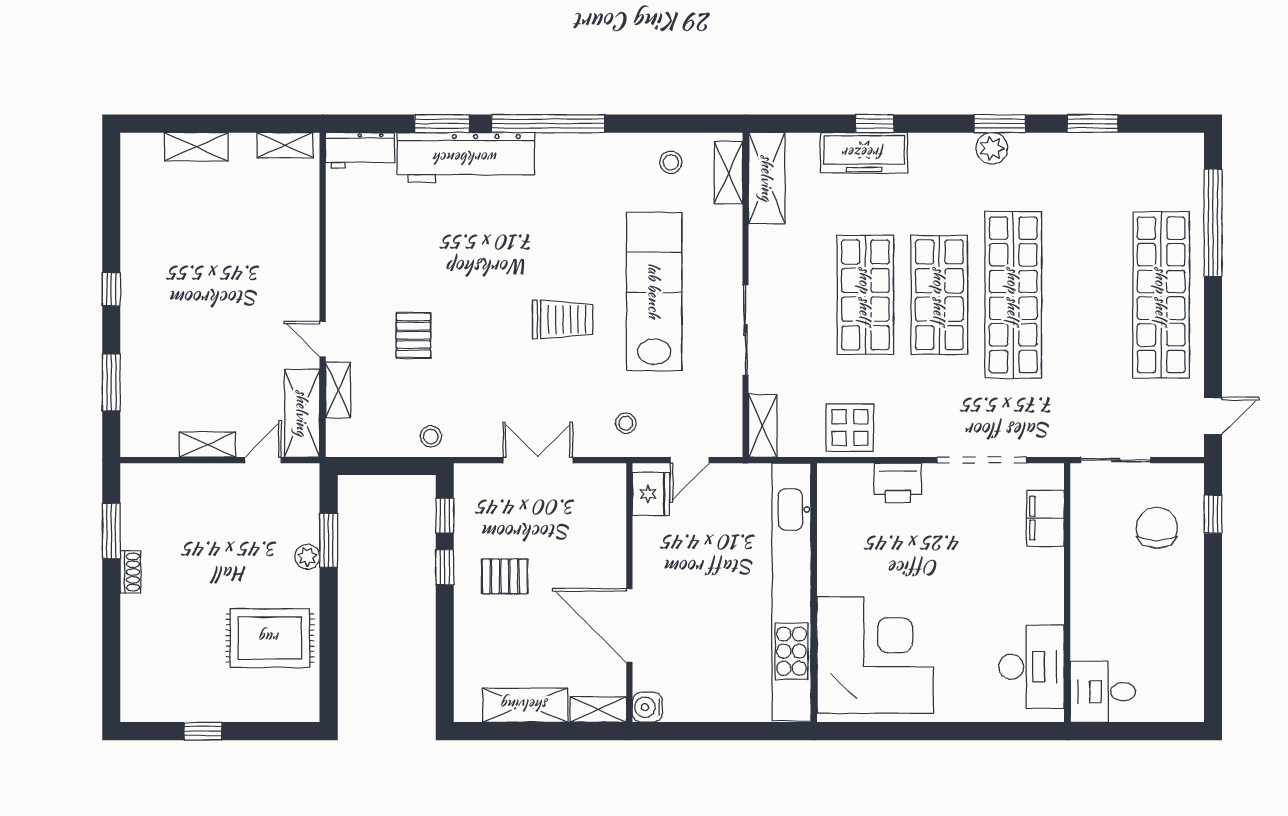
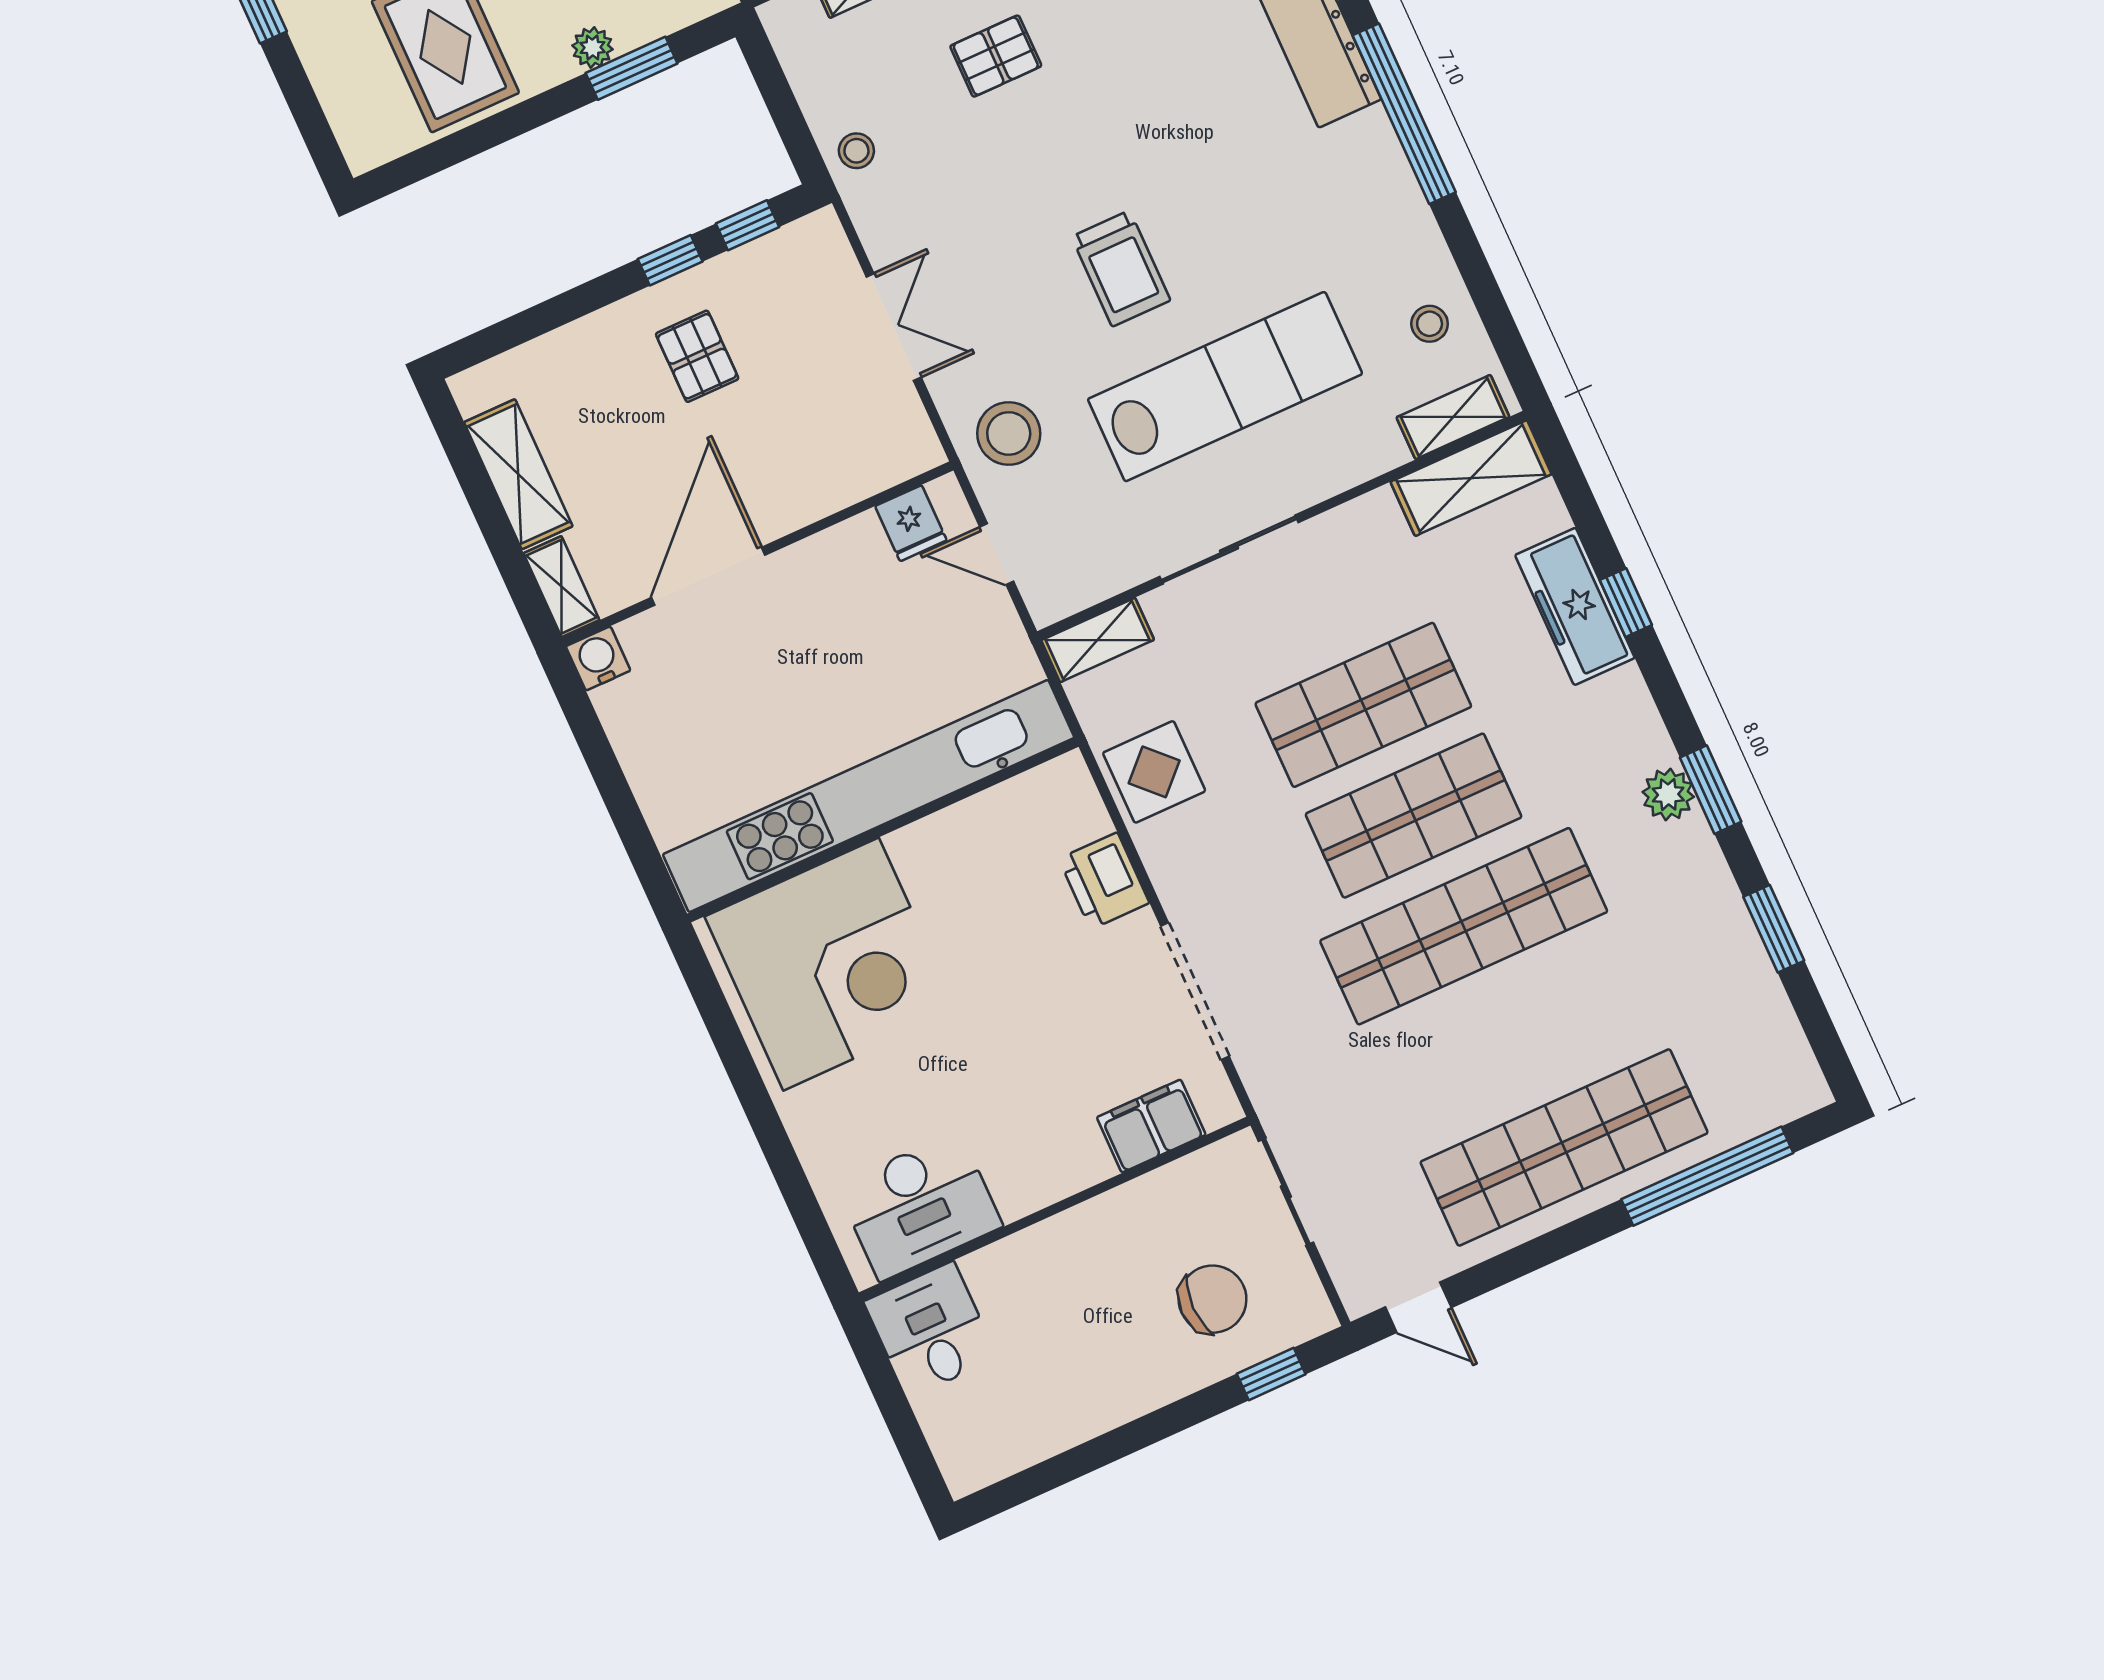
stool: (626, 423) -> (1009, 433), width x1.89, depth x1.89
fridge: (651, 494) -> (911, 523), width x0.72

